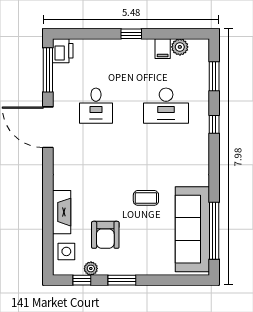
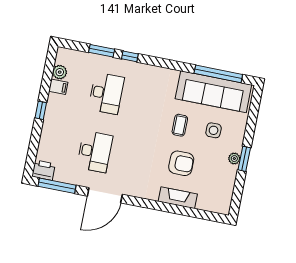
window: (214, 76) -> (102, 51), moved
desk: (96, 106) -> (95, 152), width x1.37
armchair: (105, 235) -> (181, 163), moved
side table: (66, 251) -> (214, 130), moved
plant: (91, 268) -> (234, 159), moved
window: (82, 280) -> (238, 192), removed

